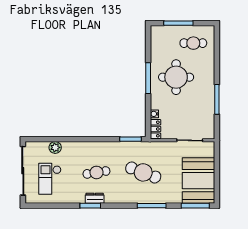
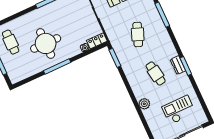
plant: (55, 147) -> (144, 104), moved
cafe table: (143, 172) -> (138, 34), width x0.73, depth x0.74
checkout: (50, 179) -> (179, 110), turned 180

